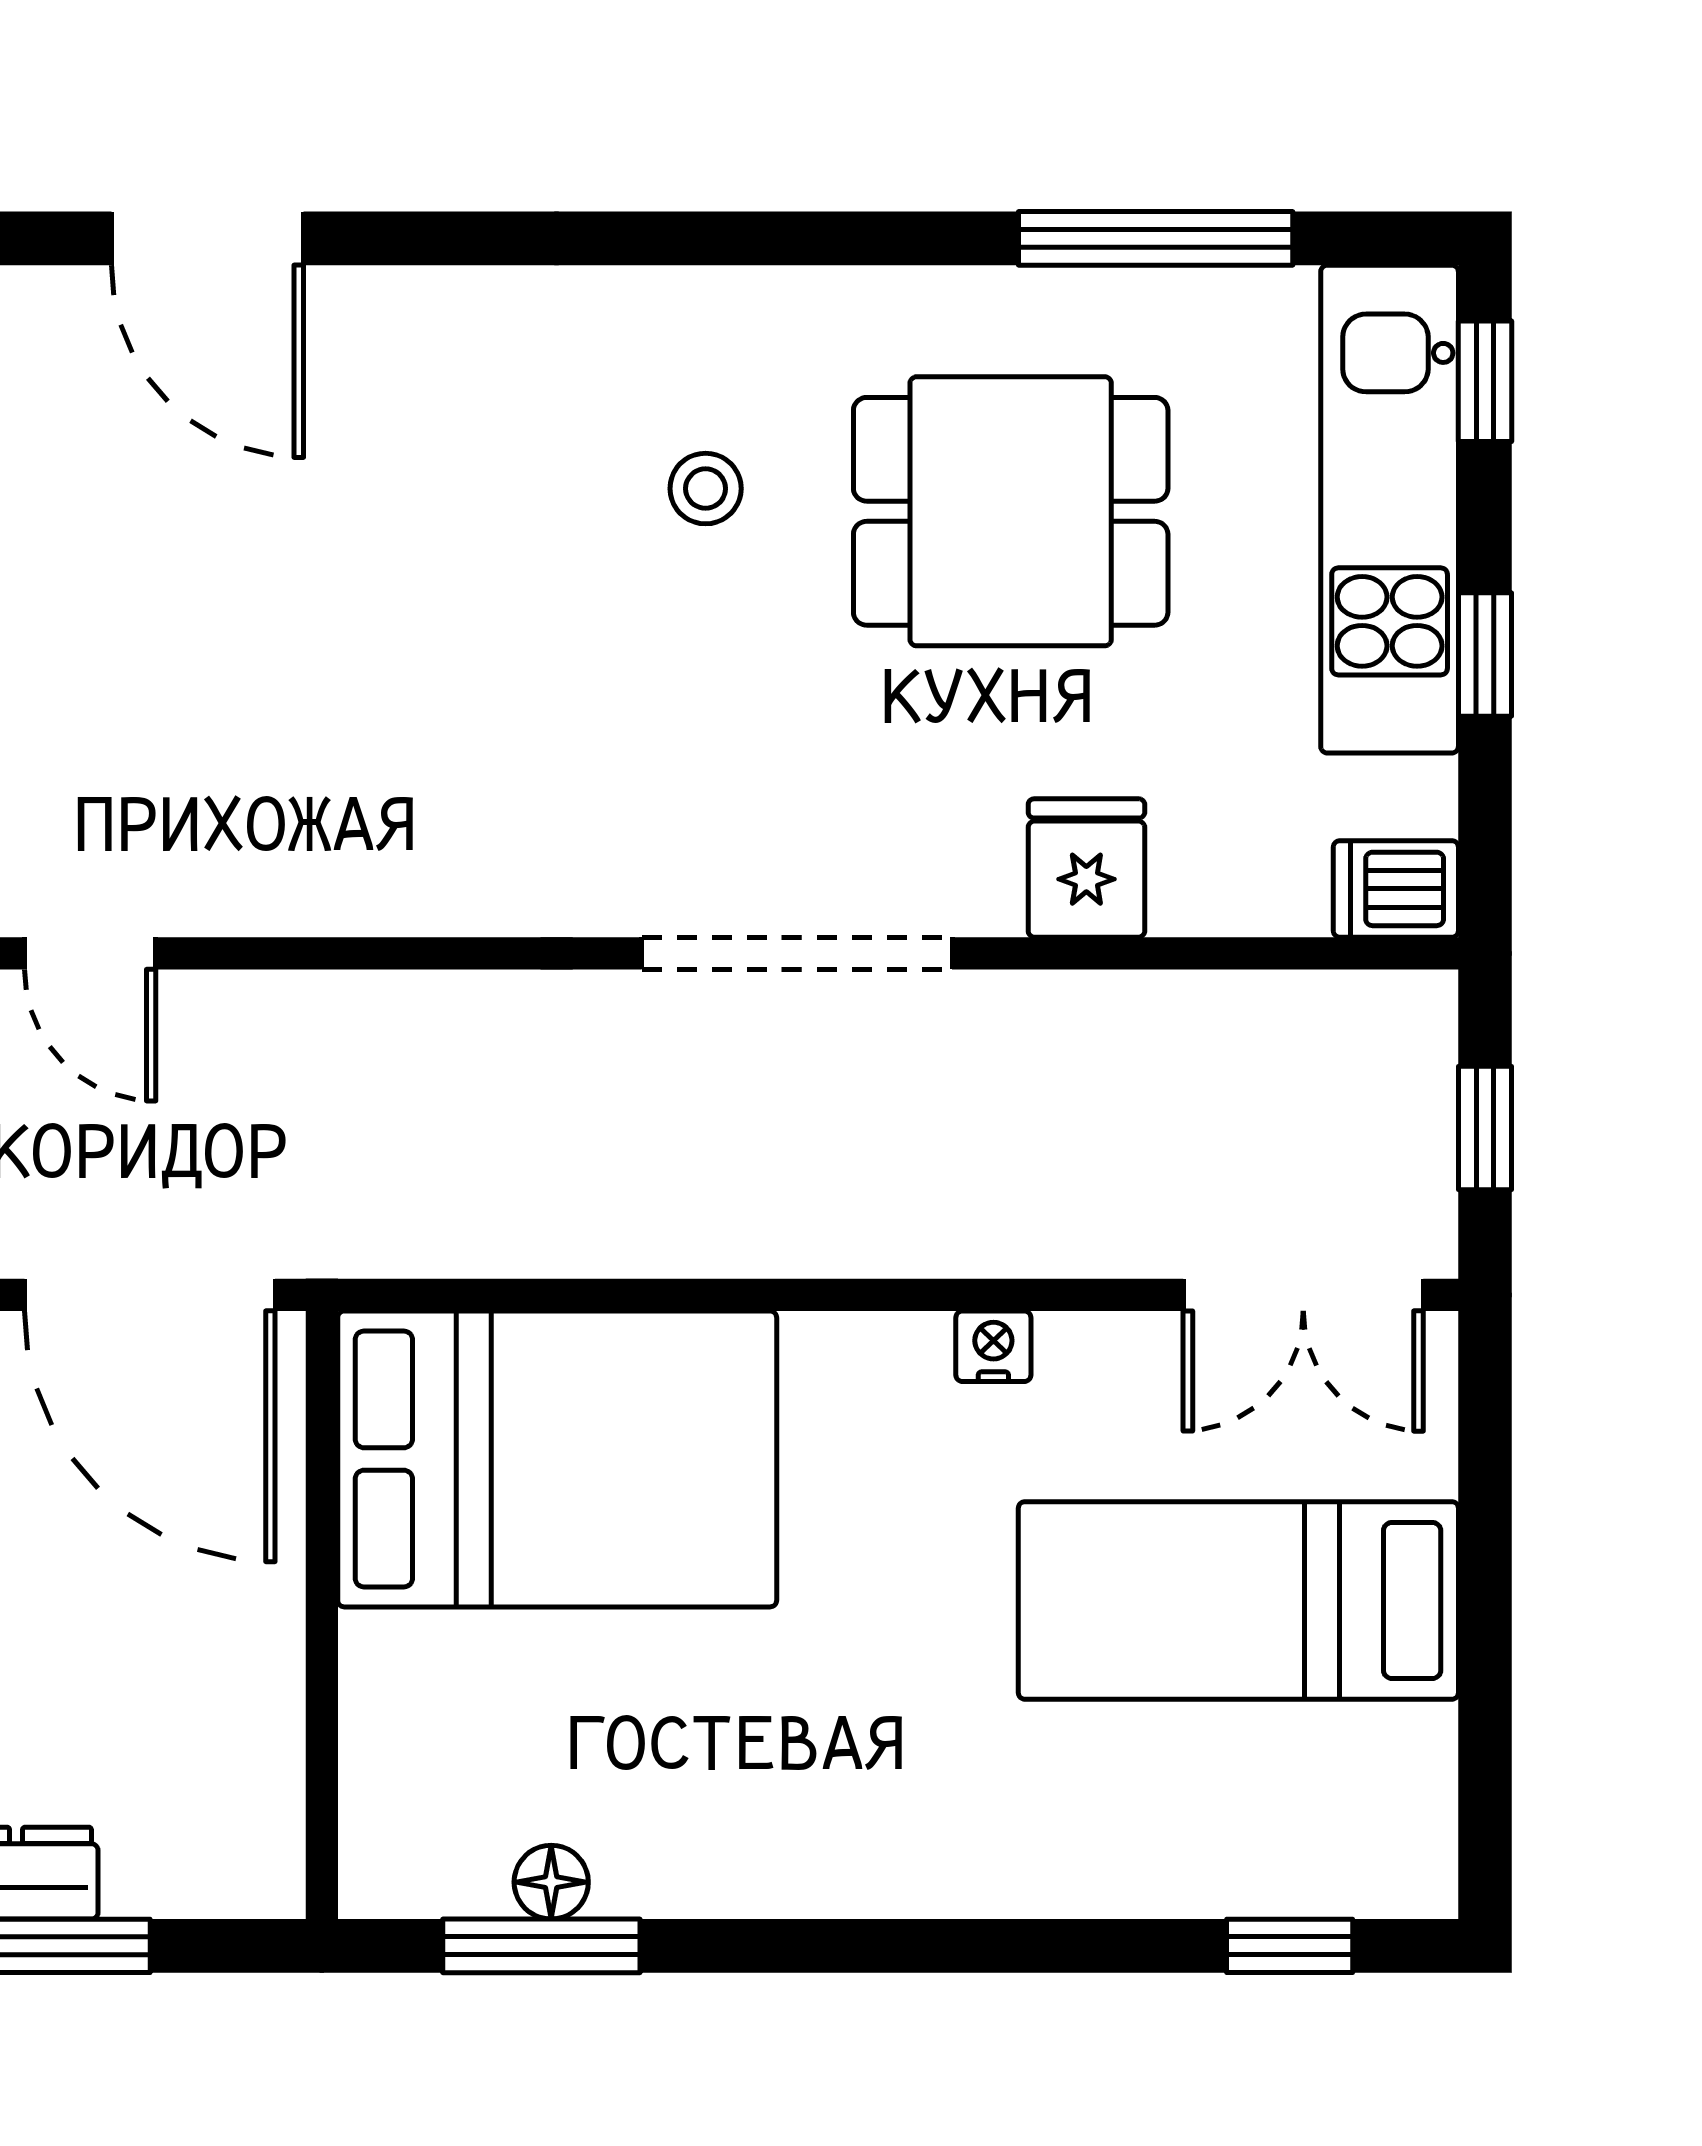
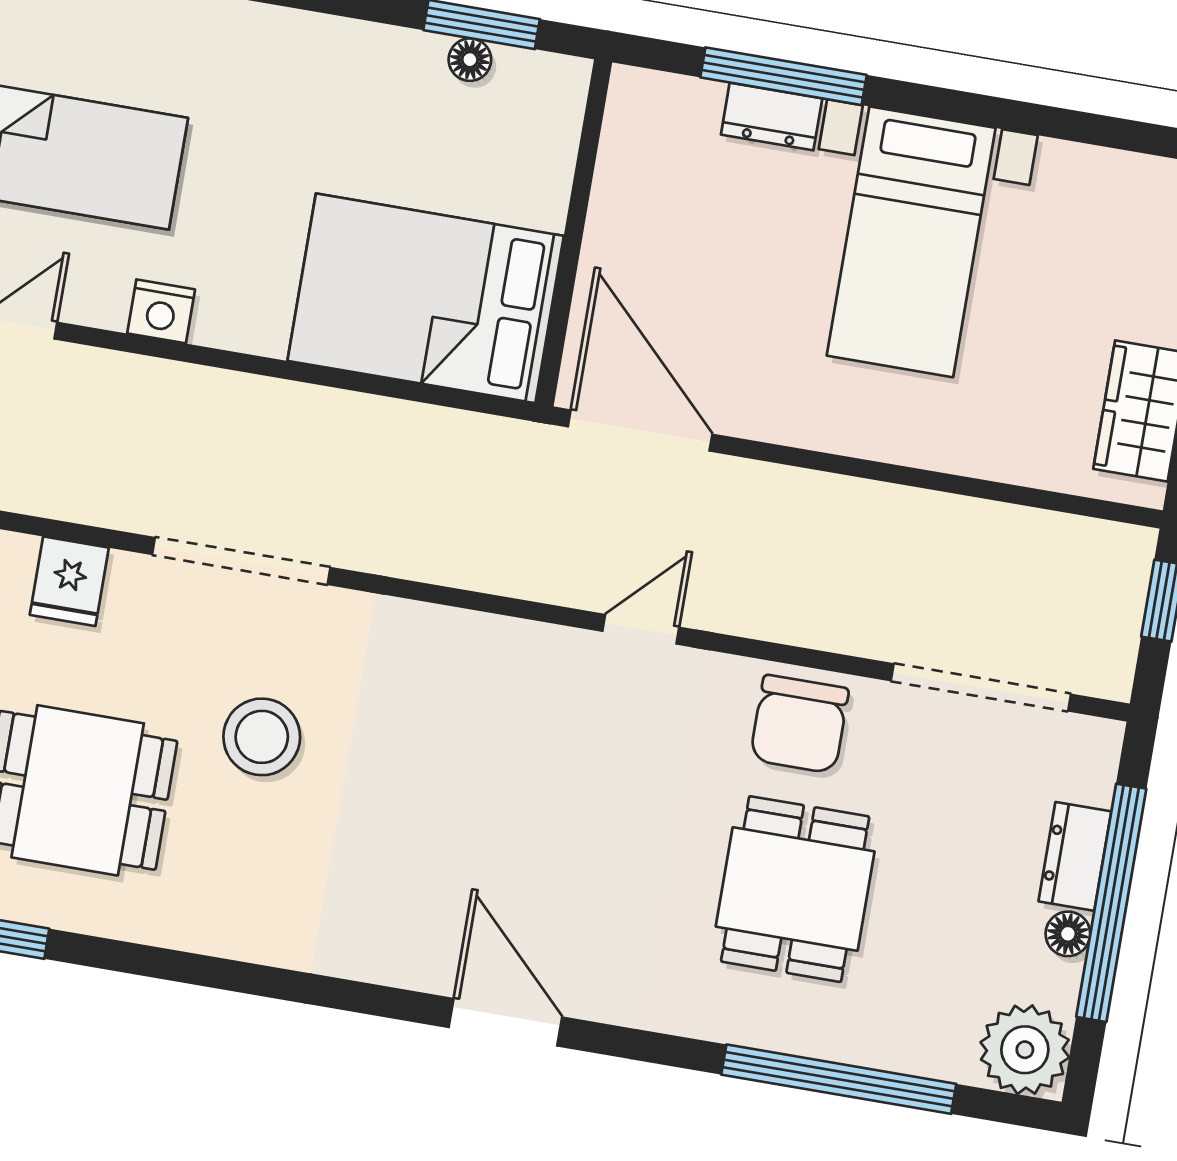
stool: (706, 489) -> (262, 737), moved, width x1.89, depth x1.89
door: (90, 953) -> (641, 629), hinge flipped
nightstand: (993, 1346) -> (161, 311), width x1.39, depth x1.35

